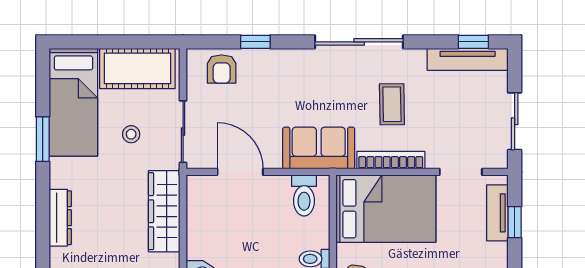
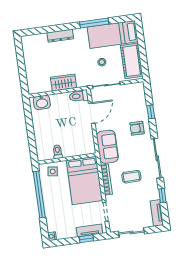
window: (473, 42) -> (162, 196), moved
tv unit: (468, 59) -> (157, 213), width x0.71
armchair: (222, 69) -> (137, 128), moved
window: (43, 139) -> (94, 23), width x1.44
toilet: (304, 195) -> (79, 96), moved
wardrobe: (164, 211) -> (63, 83), width x0.67

